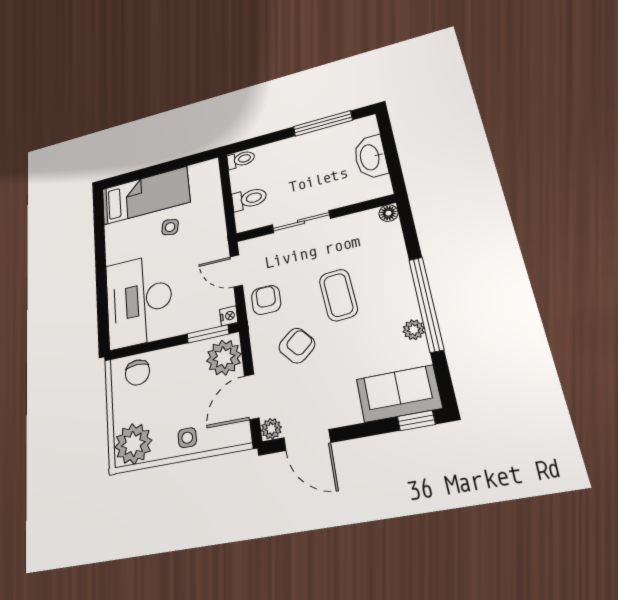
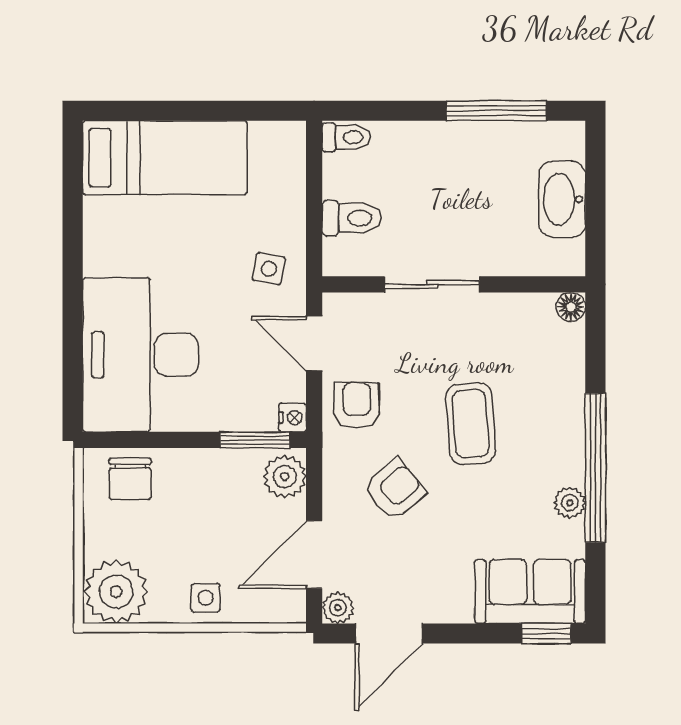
side table: (170, 227) -> (269, 269), moved
plant: (224, 358) -> (285, 476), width x0.73, depth x0.73
door: (307, 440) -> (389, 634), hinge flipped

